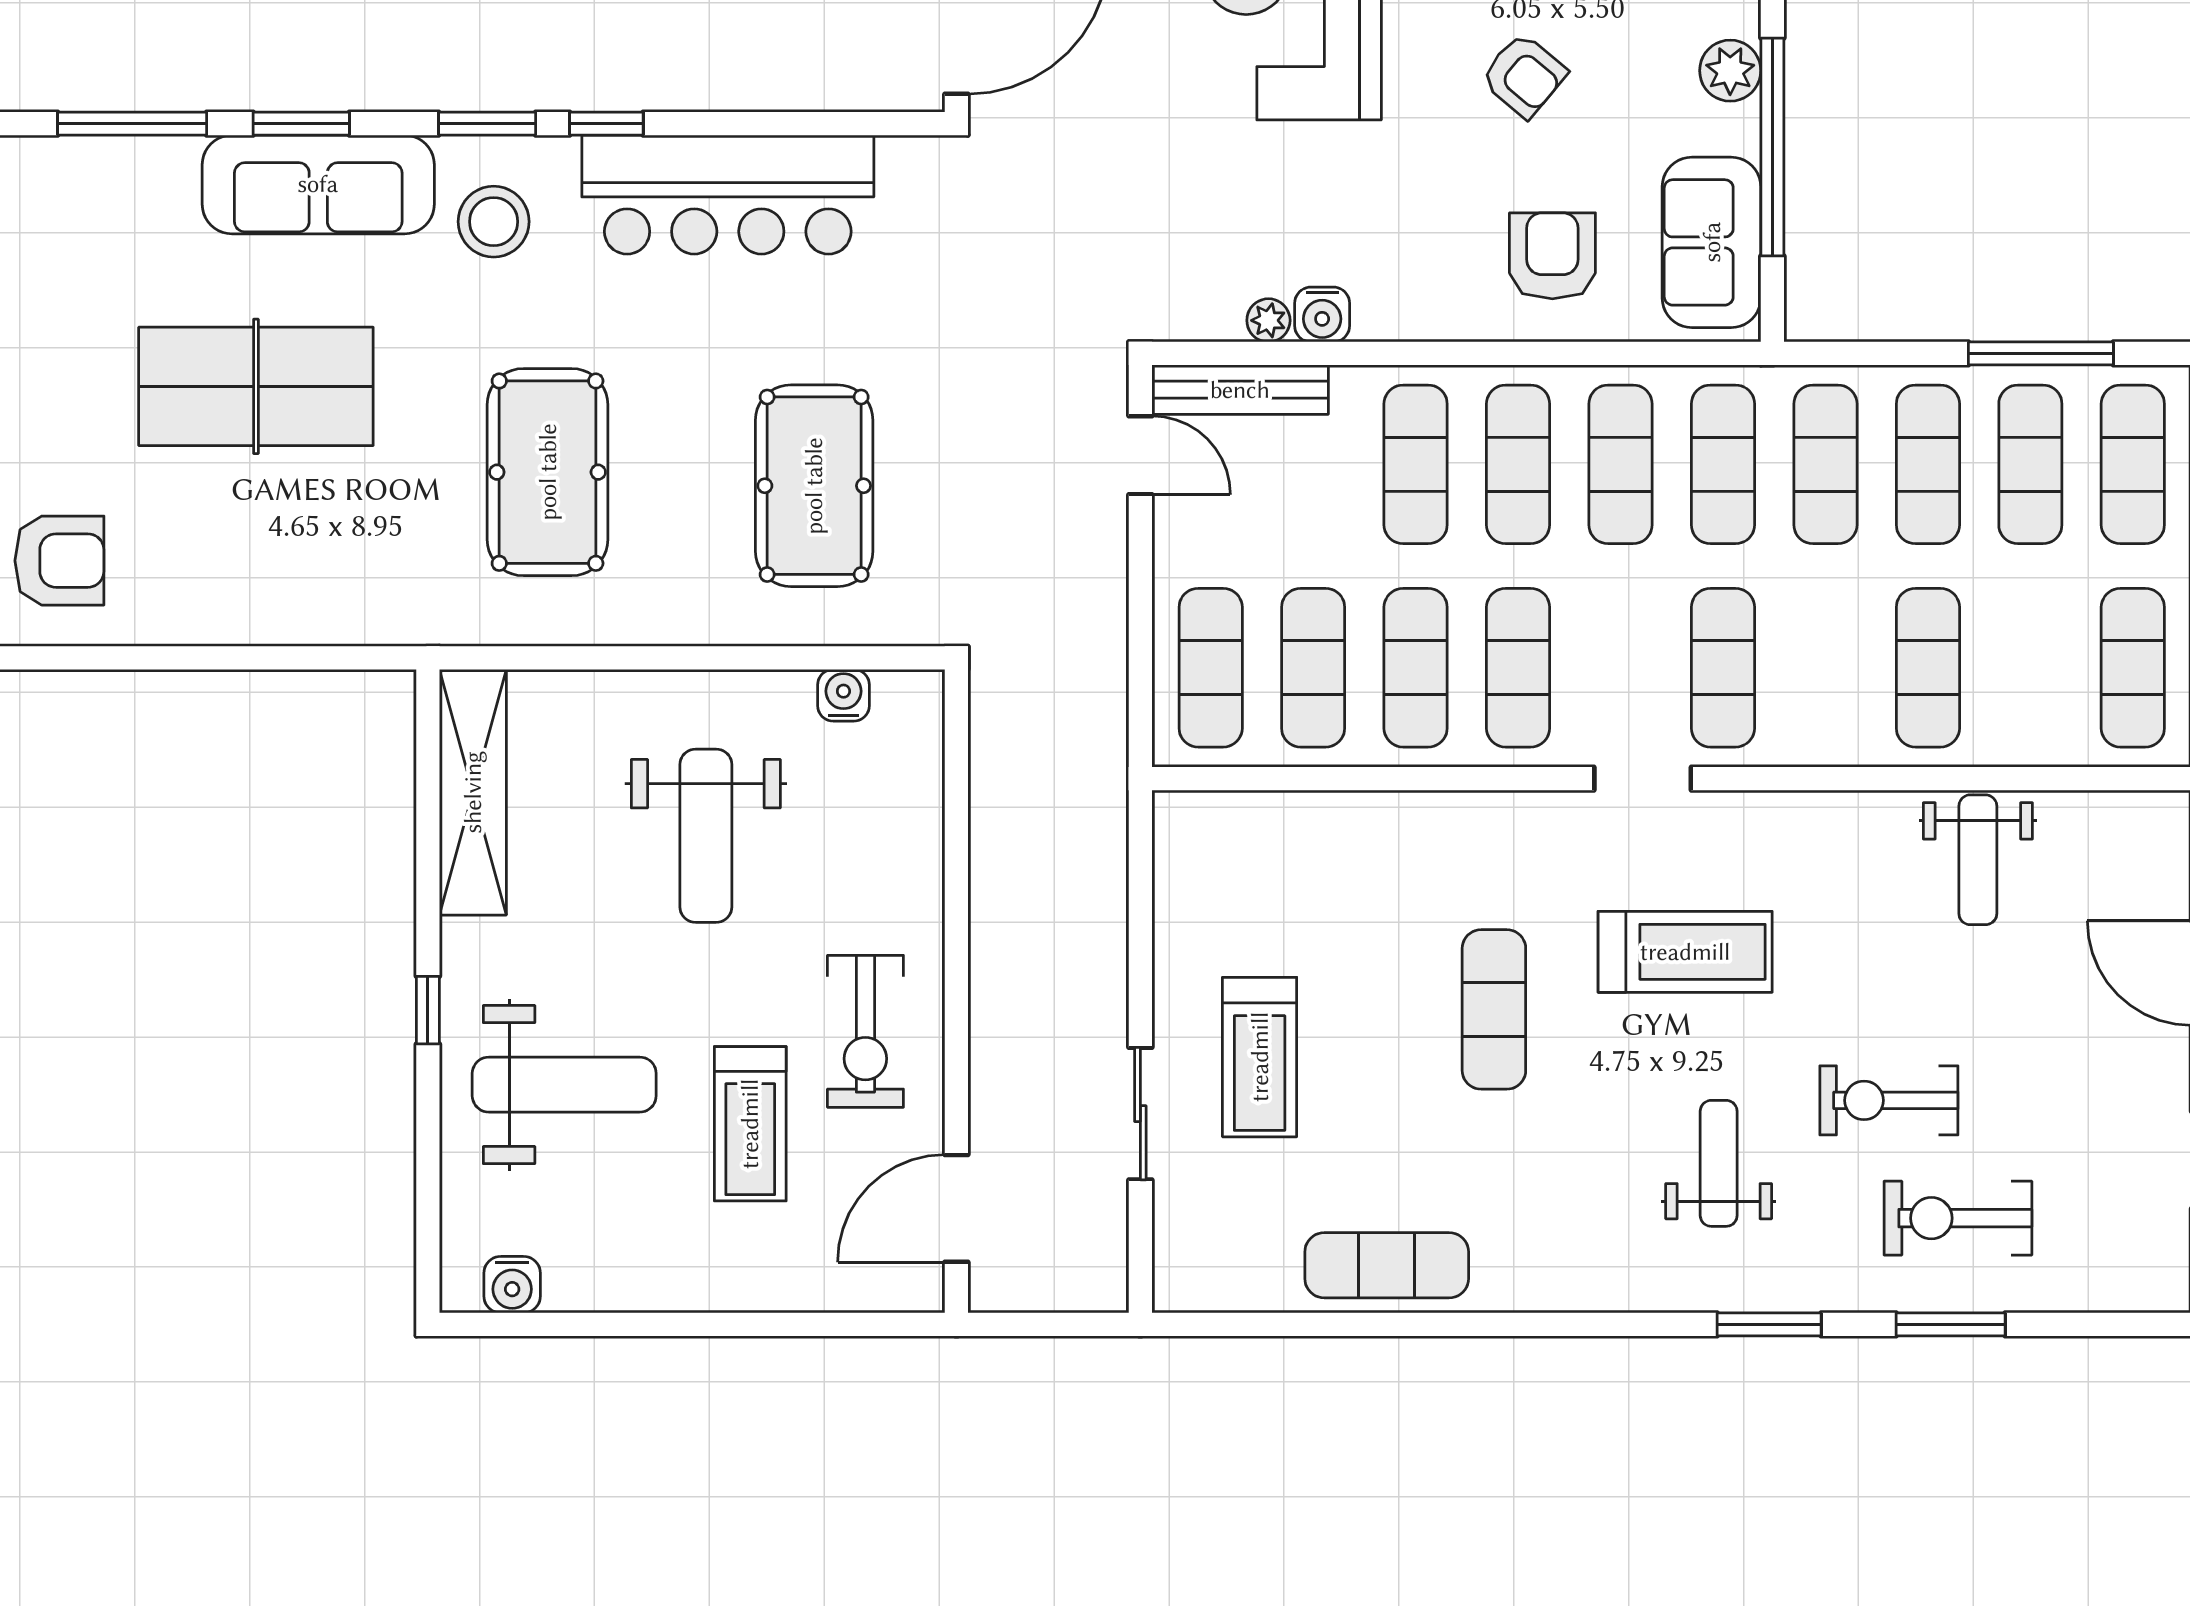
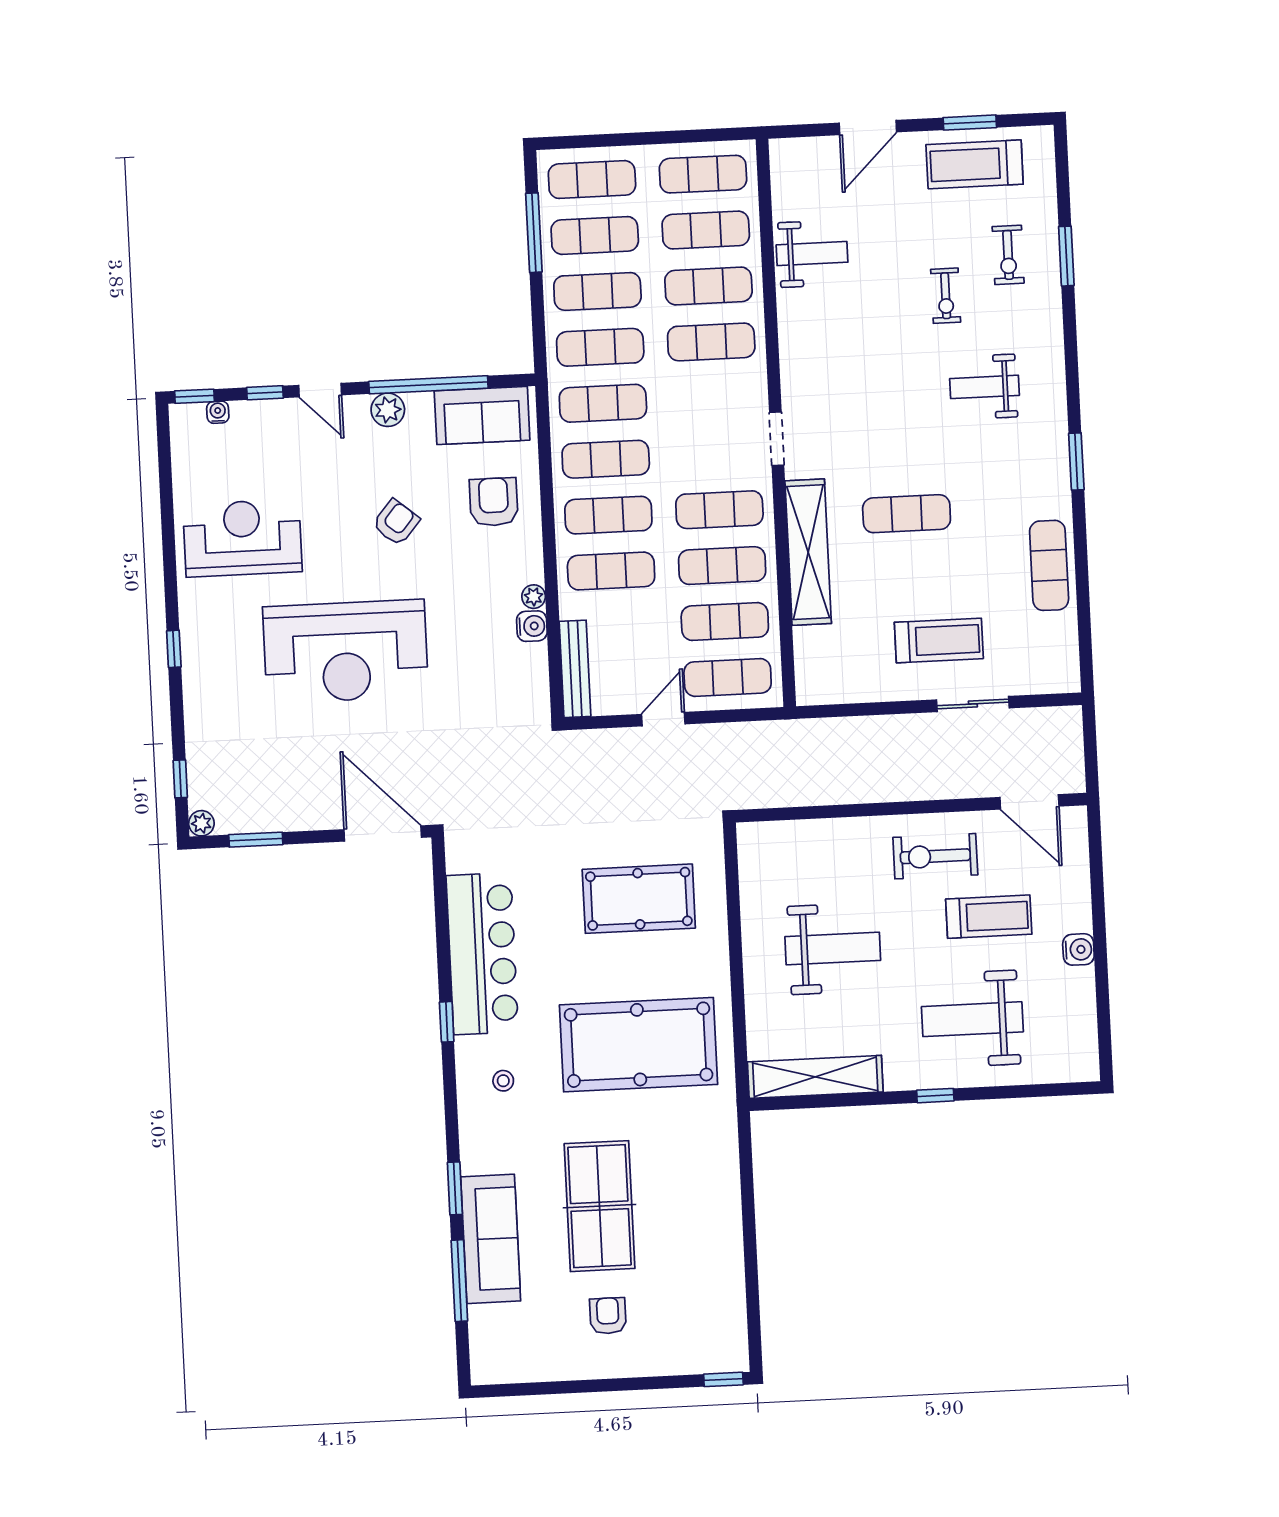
window: (487, 124) -> (450, 1087), removed
sofa: (318, 184) -> (491, 1239), moved
stool: (494, 222) -> (503, 1081), width x0.53, depth x0.53
armchair: (1552, 256) -> (494, 502), turned 90
plant: (1268, 320) -> (534, 597), moved
door: (1140, 455) -> (663, 719), moved
pool table: (548, 472) -> (639, 1045), width x1.36, depth x1.32
armchair: (59, 561) -> (608, 1316), moved, width x0.72, depth x0.72
exercise mat: (1723, 668) -> (711, 342), moved
exercise mat: (2030, 668) -> (706, 230), added
water cooler: (843, 695) -> (752, 877), removed
shelving: (1433, 826) -> (808, 552), added
treadmill: (1685, 952) -> (975, 164), moved, turned -90
exercise bike: (865, 1031) -> (935, 856), turned 180
weight bench: (564, 1085) -> (972, 1019), turned -90
exercise bike: (1889, 1100) -> (946, 296), width x0.73, depth x0.72
exercise bike: (1958, 1218) -> (1008, 255), width x0.73, depth x0.72
water cooler: (512, 1285) -> (1078, 949), moved
window: (1769, 1324) -> (1076, 462), moved

